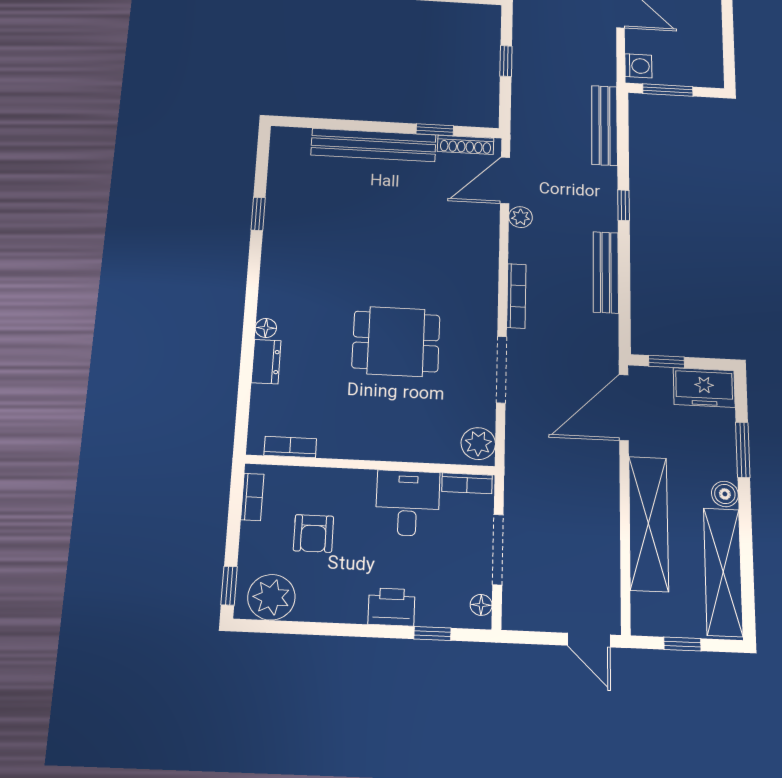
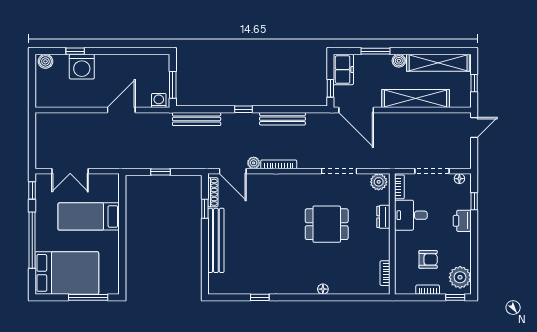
bookcase: (516, 296) -> (279, 164), moved
dining table: (396, 341) -> (327, 224), turned 90
dresser: (266, 362) -> (383, 217), moved, turned -90
bookcase: (252, 497) -> (428, 290), moved

